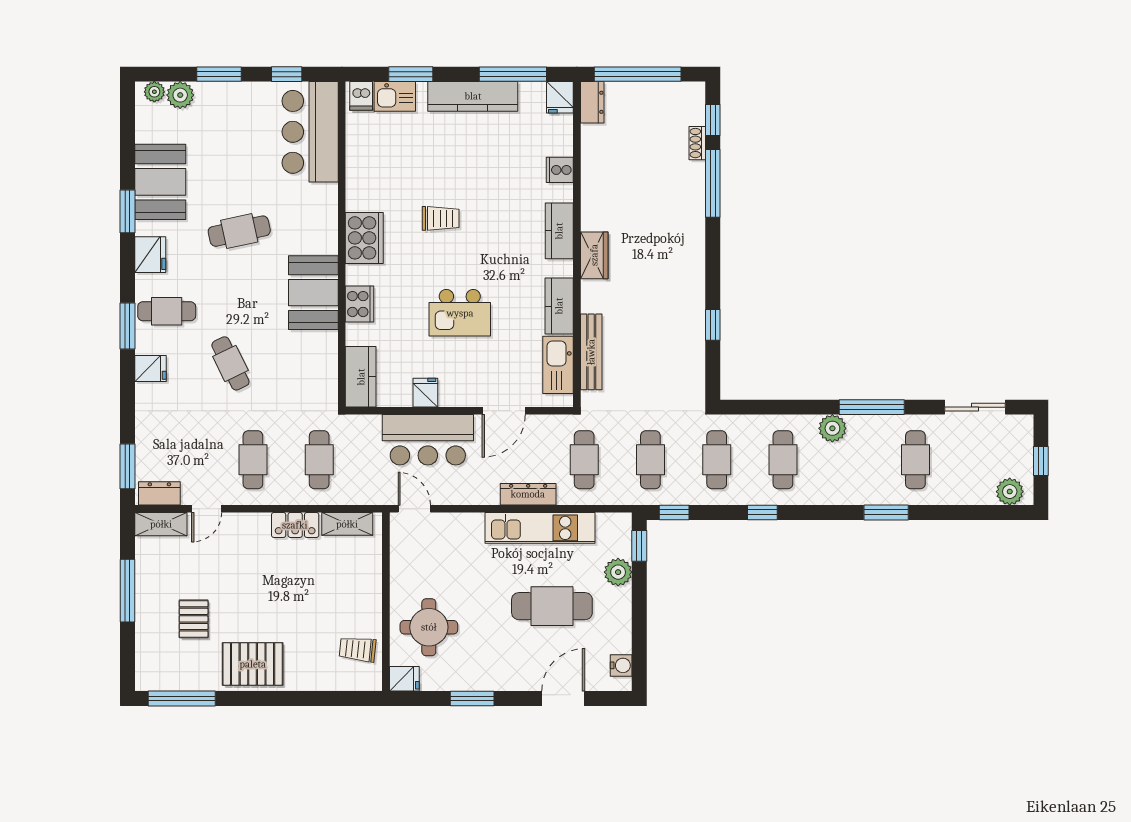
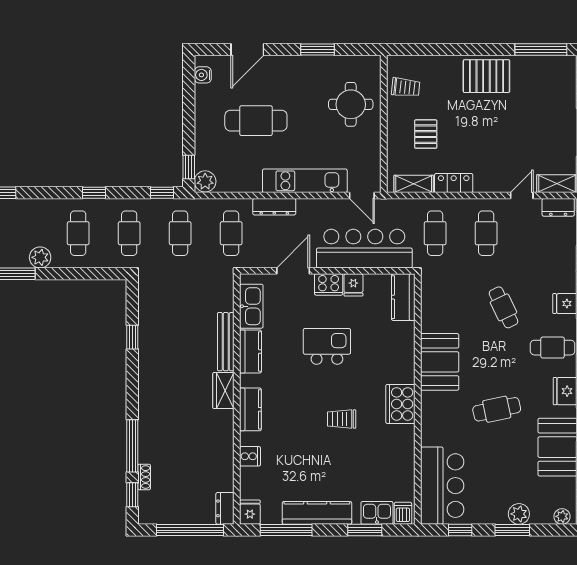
plant: (180, 95) -> (519, 514), moved
cooker: (359, 304) -> (329, 285), moved, turned -90
bench: (591, 352) -> (226, 342), moved
bar counter: (428, 440) -> (364, 249), width x1.36
kitchen unit: (540, 528) -> (305, 181), moved
plant: (618, 572) -> (205, 181), moved
pallet: (194, 619) -> (426, 134), moved
fridge: (404, 679) -> (370, 65), removed

